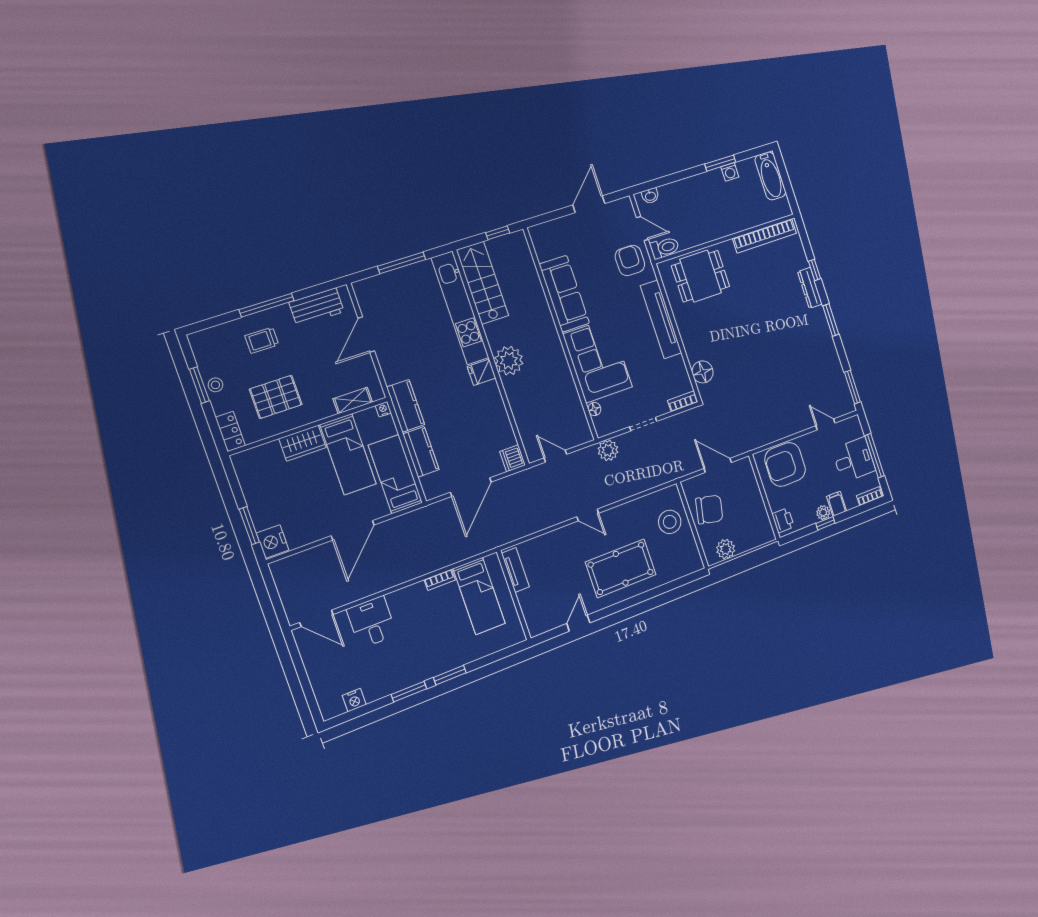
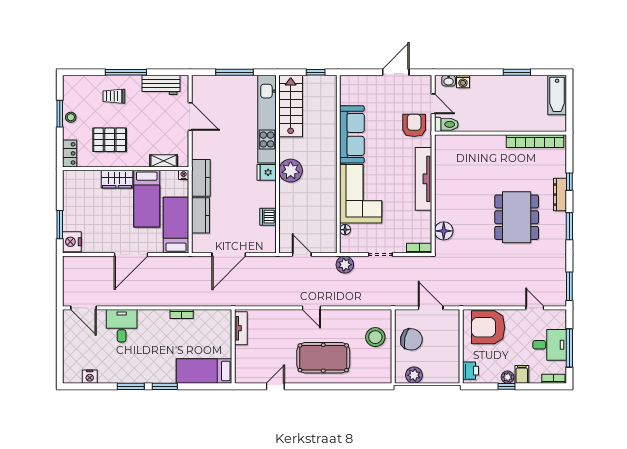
washing machine: (730, 172) -> (463, 82), moved
dining table: (701, 276) -> (517, 217), moved, width x1.38
door: (366, 335) -> (190, 116), swing flipped
dishwasher: (513, 458) -> (268, 217), moved
bed: (479, 596) -> (204, 371), moved, turned 90

